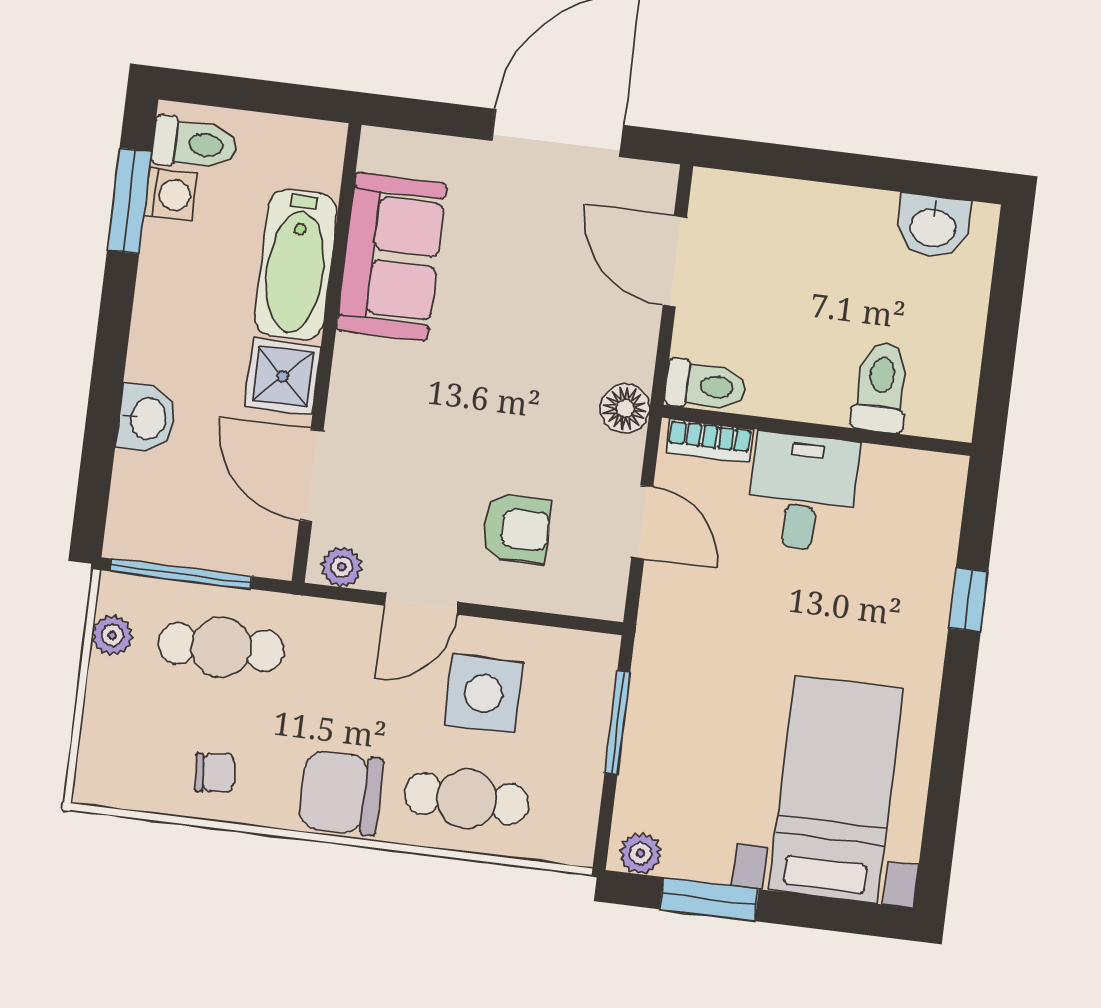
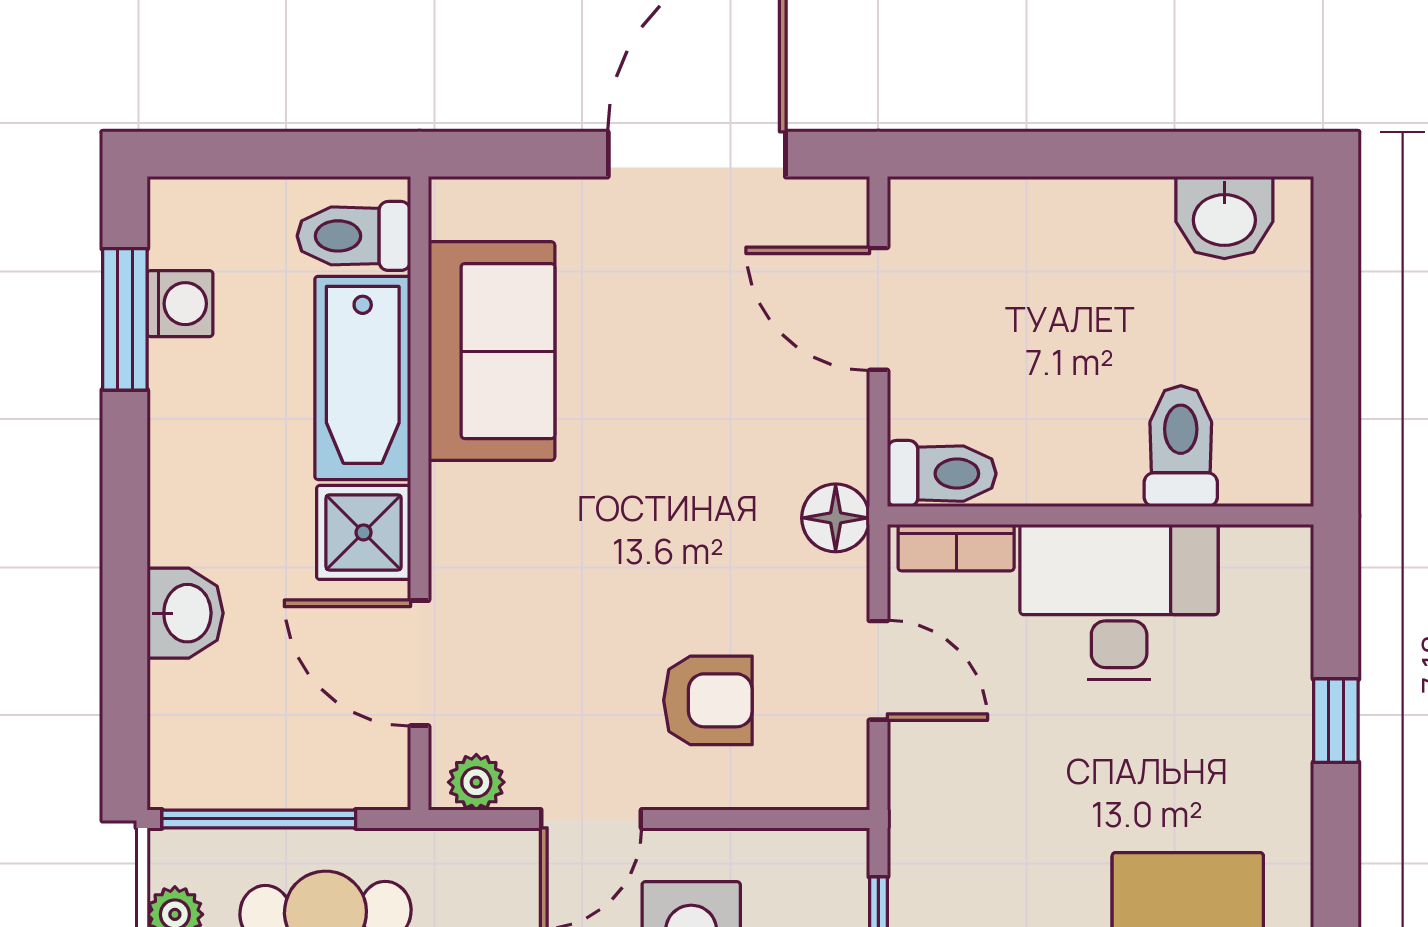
toilet: (194, 144) -> (354, 236), moved, turned 180
desk: (803, 492) -> (1119, 602), width x1.37

